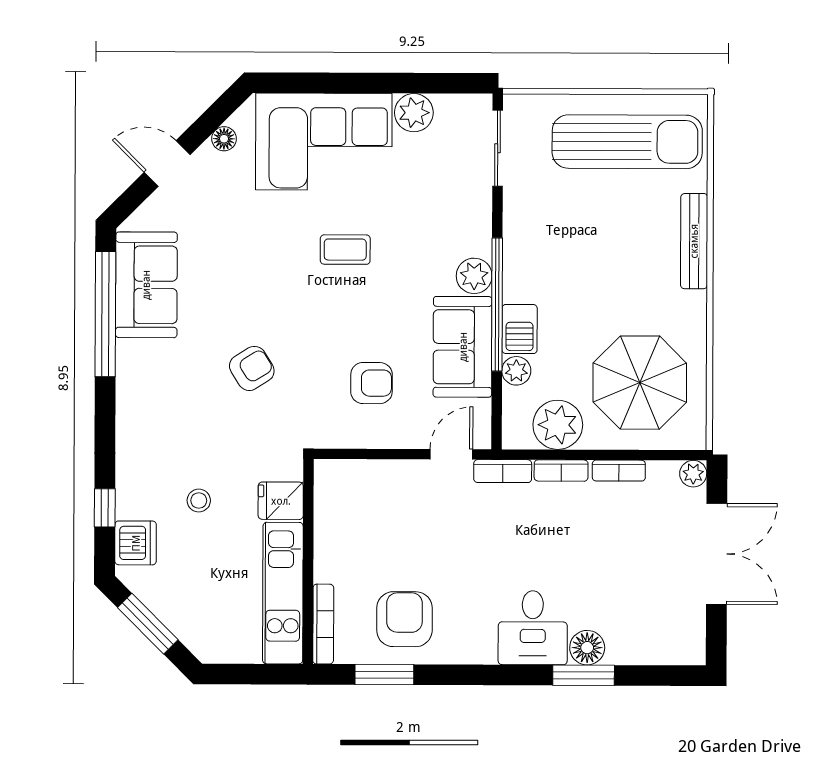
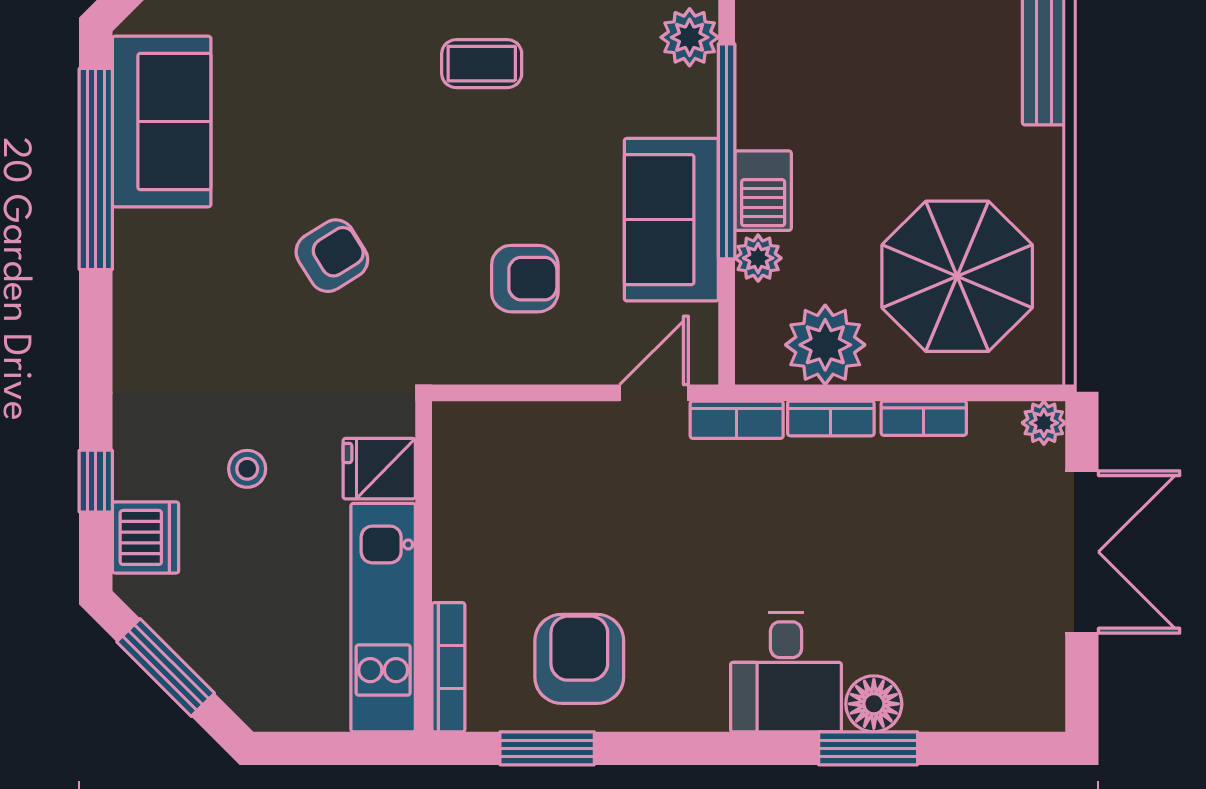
plant: (474, 276) -> (690, 37), moved

